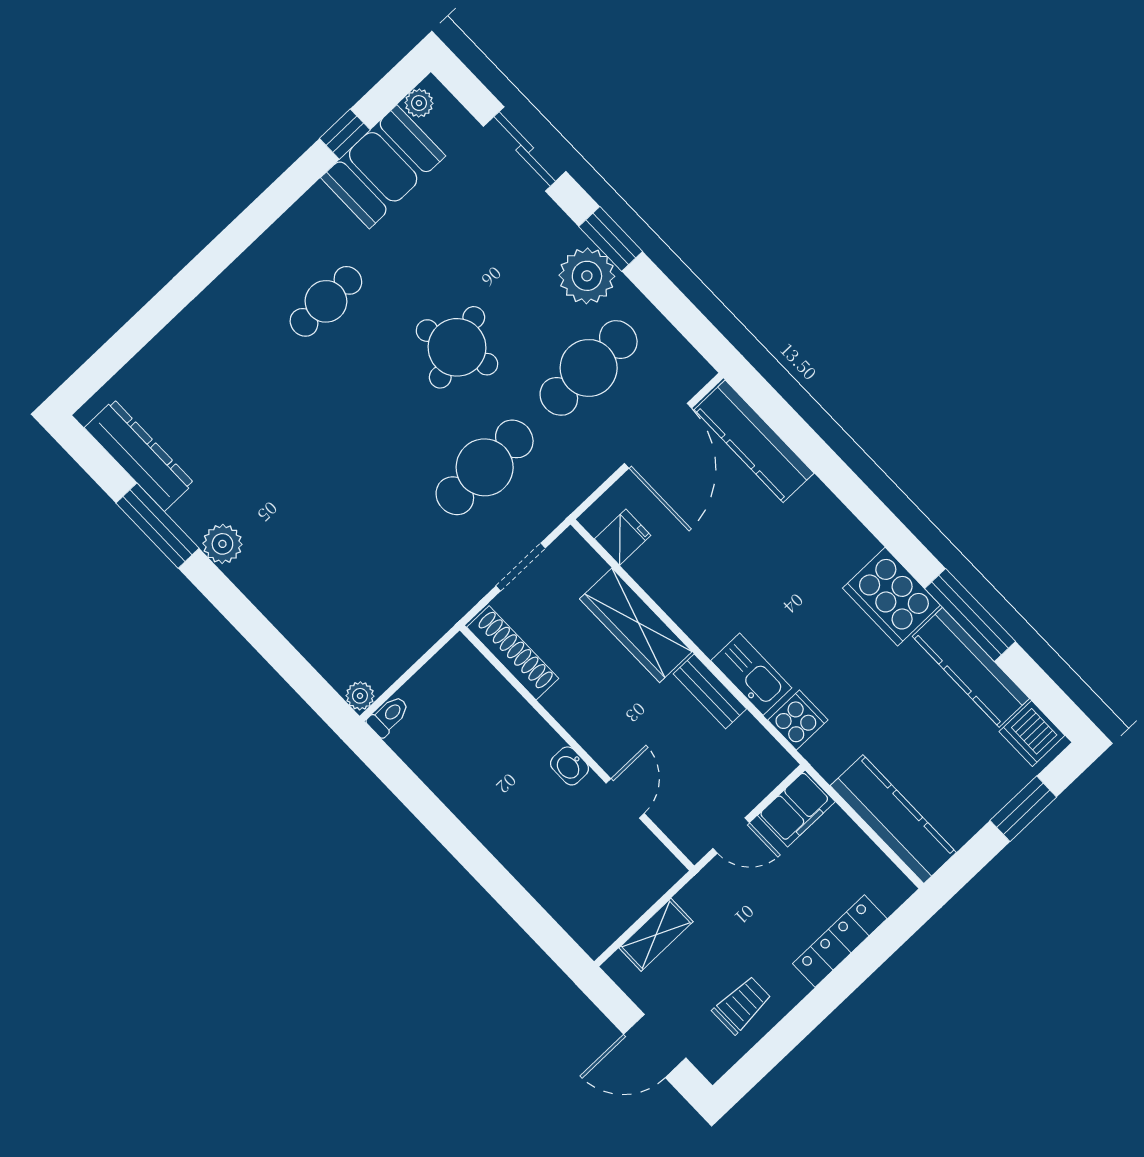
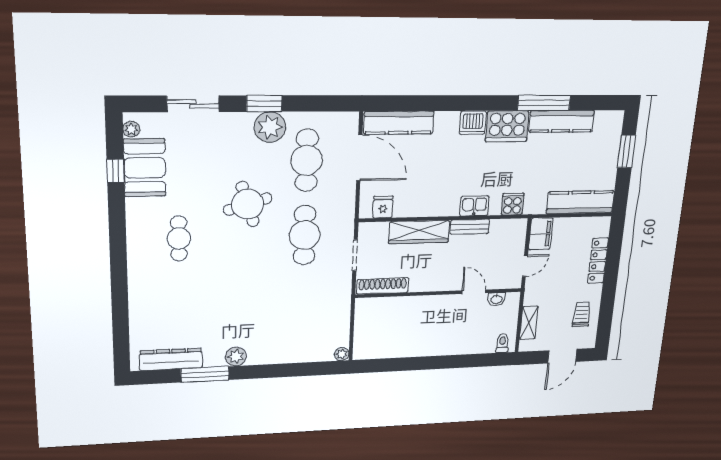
kitchen sink: (751, 674) -> (474, 206), width x0.73
toilet: (388, 716) -> (502, 343), moved
dishwasher: (1032, 734) -> (473, 123), moved
washbasin: (569, 766) -> (496, 299), moved

